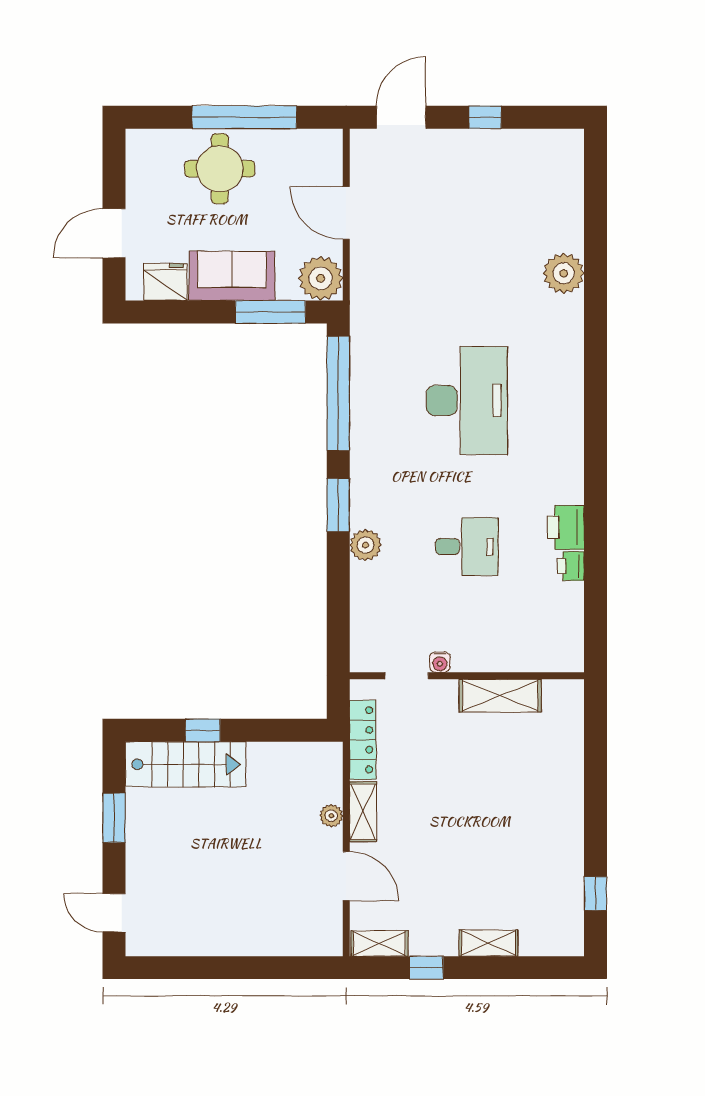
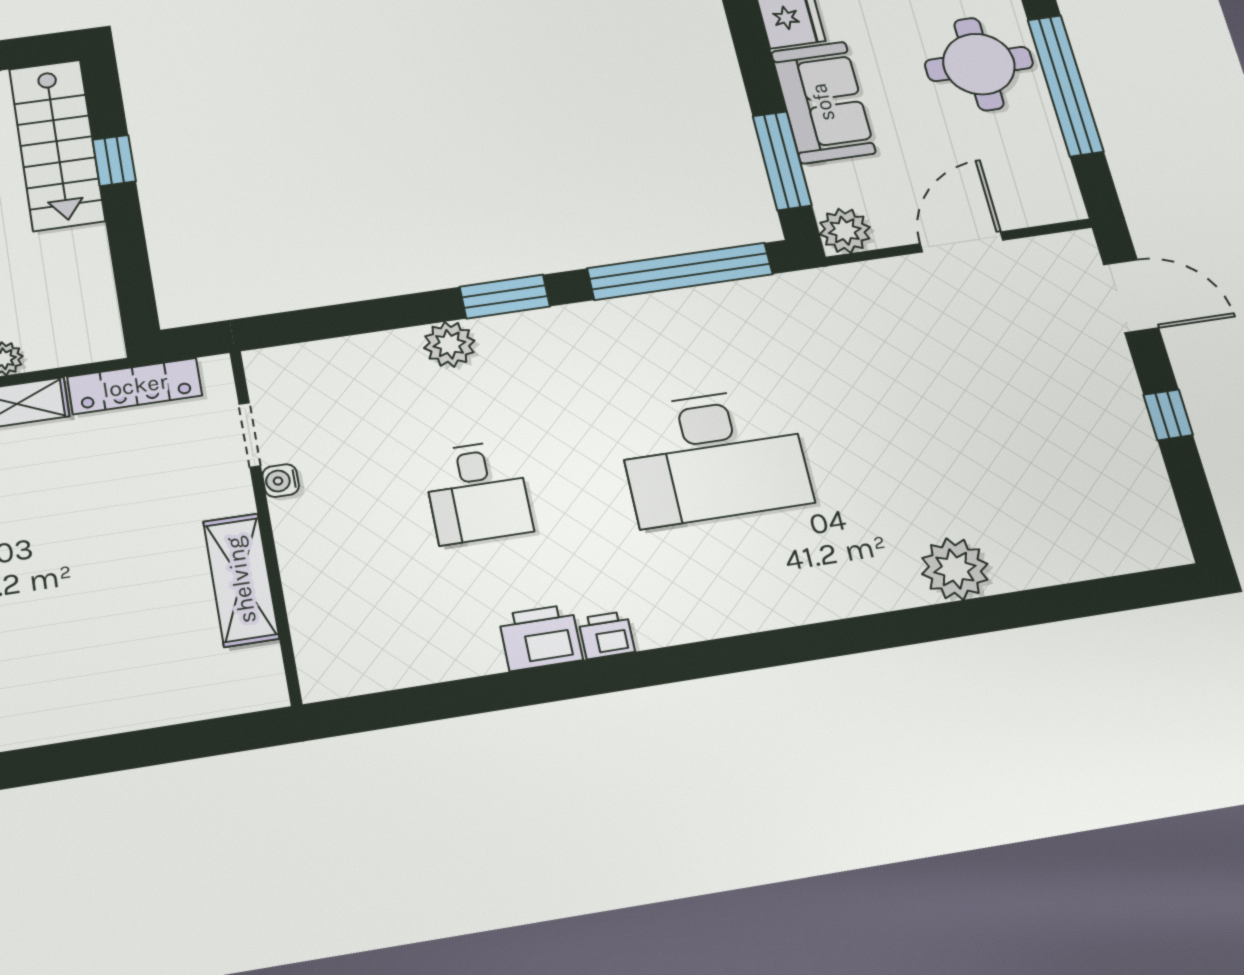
plant: (321, 278) -> (845, 231), width x0.73, depth x0.73
printer: (571, 566) -> (606, 635), moved

